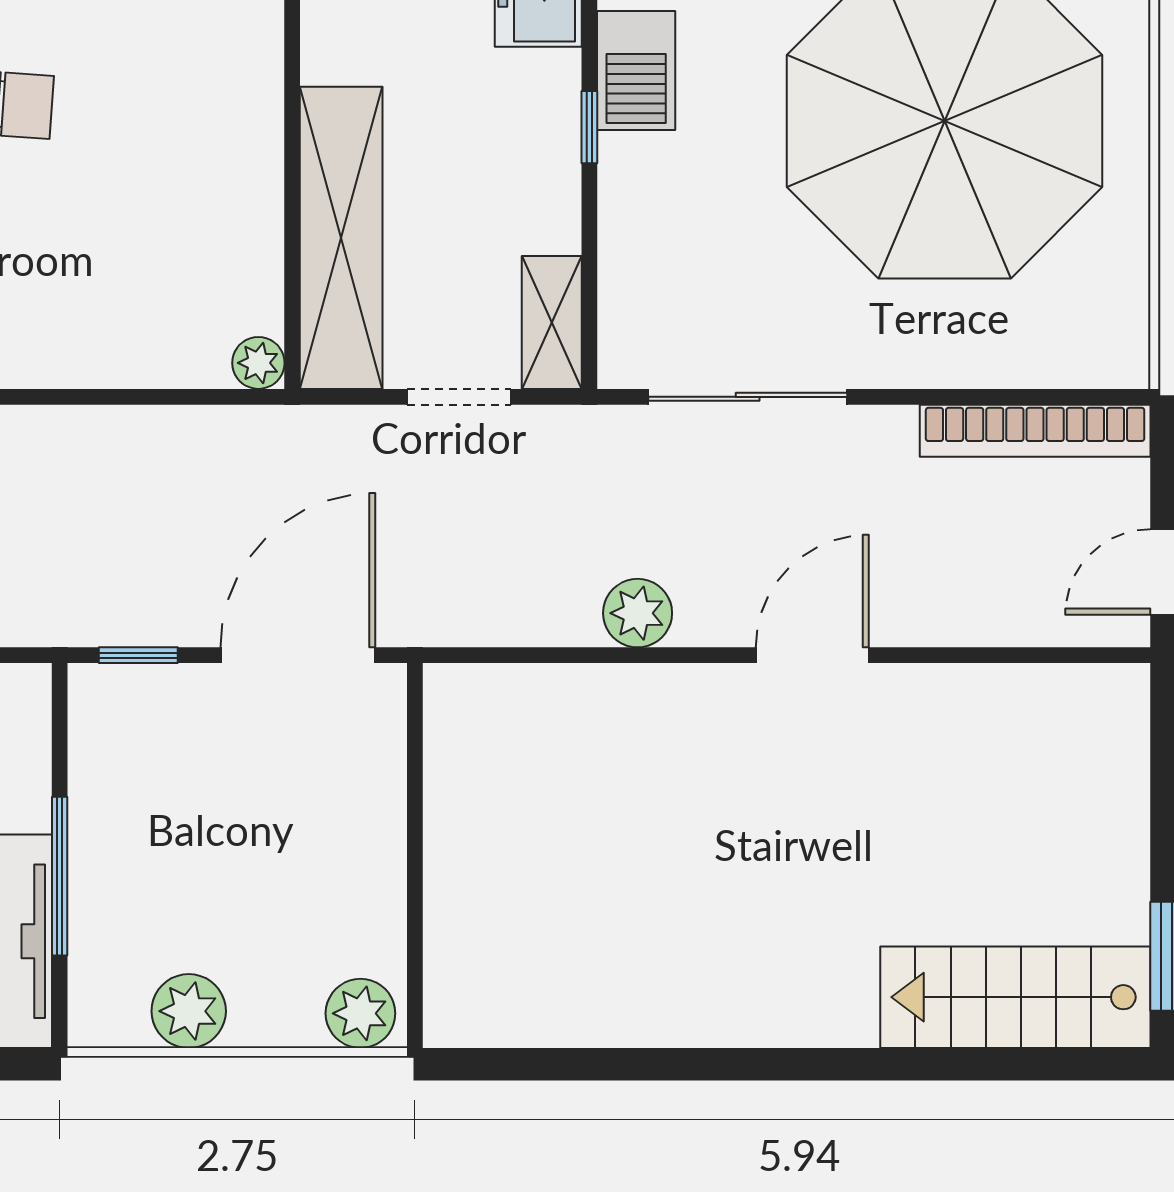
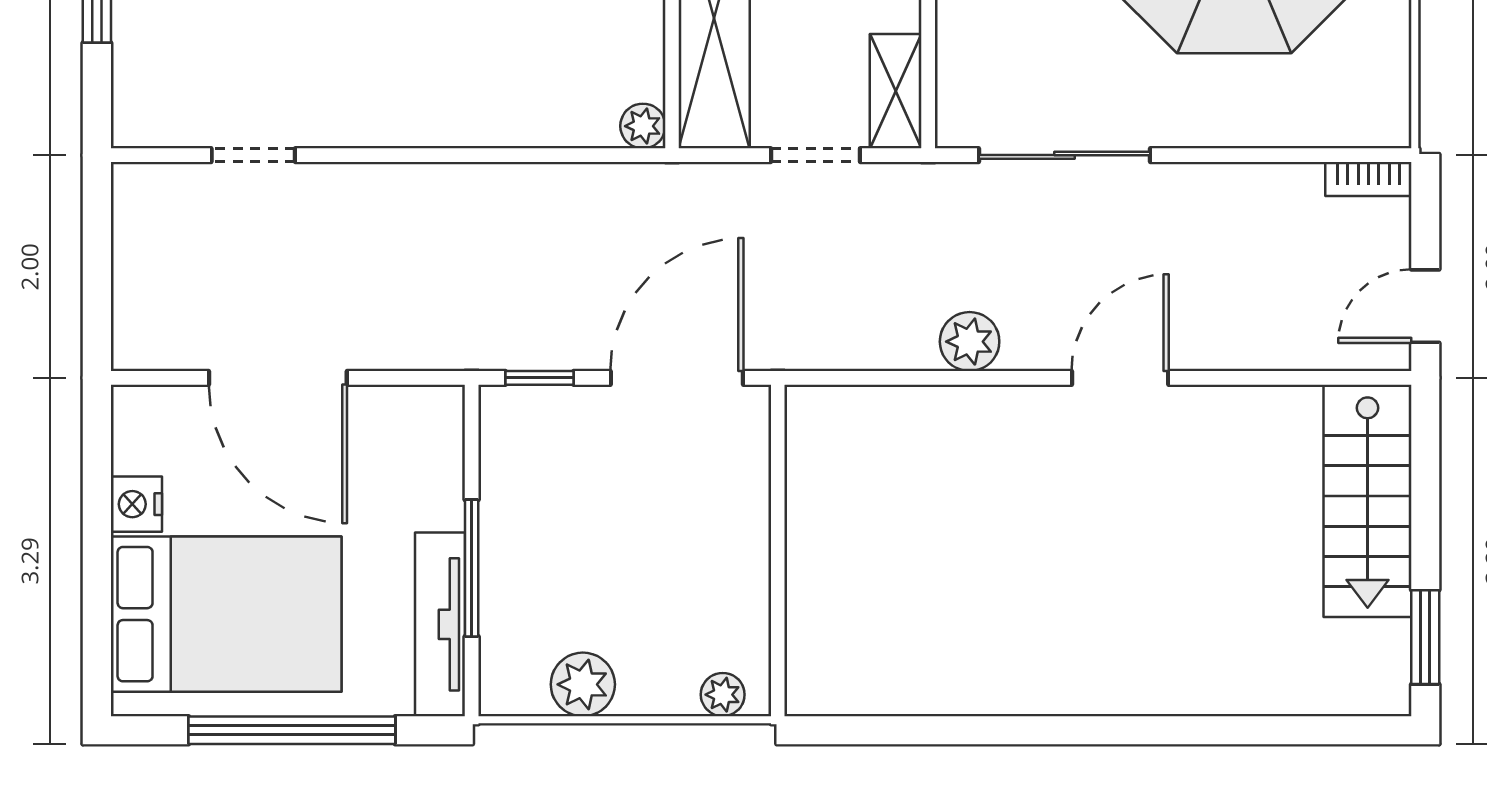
bookcase: (1035, 431) -> (1368, 179), width x0.43, depth x0.76
stairs: (1015, 997) -> (1368, 501), moved, turned -90
plant: (360, 1013) -> (723, 695), width x0.73, depth x0.73

